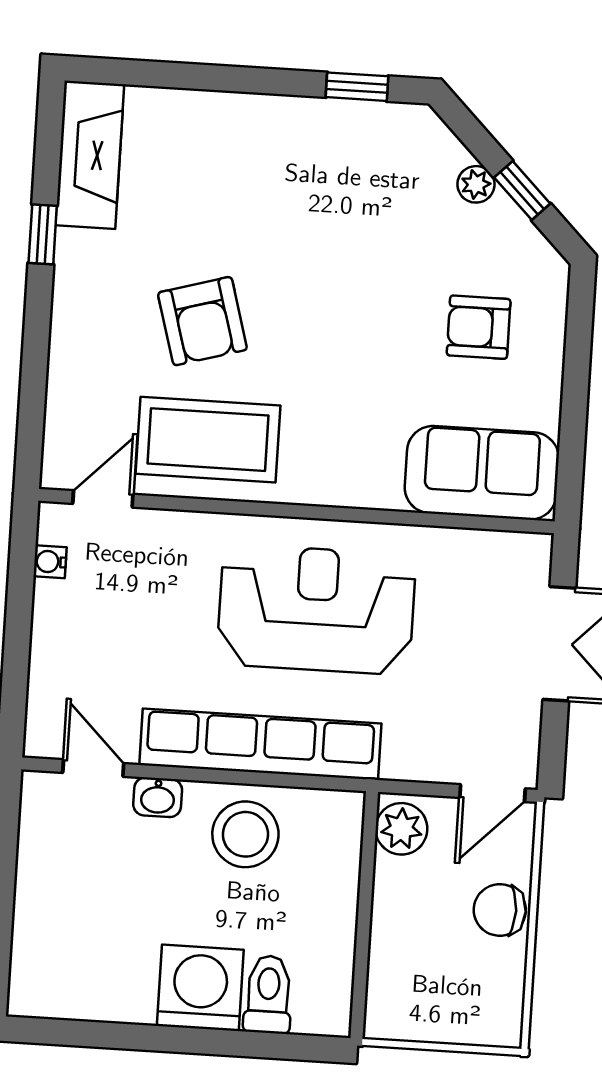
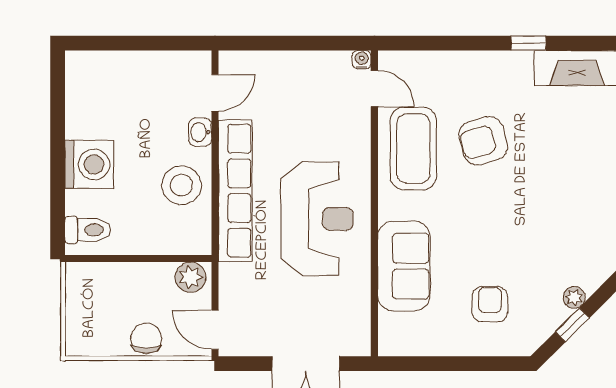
sofa: (482, 473) -> (404, 266), moved
water cooler: (50, 562) -> (362, 60), moved
toilet: (268, 994) -> (88, 230), moved

